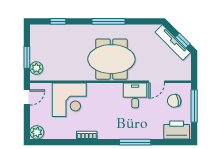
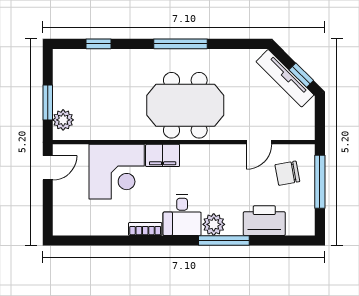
filing cabinet: (97, 90) -> (163, 155), added
desk: (135, 95) -> (182, 215), moved, turned 180
printer: (177, 130) -> (264, 221), moved
plant: (37, 132) -> (214, 224), moved

